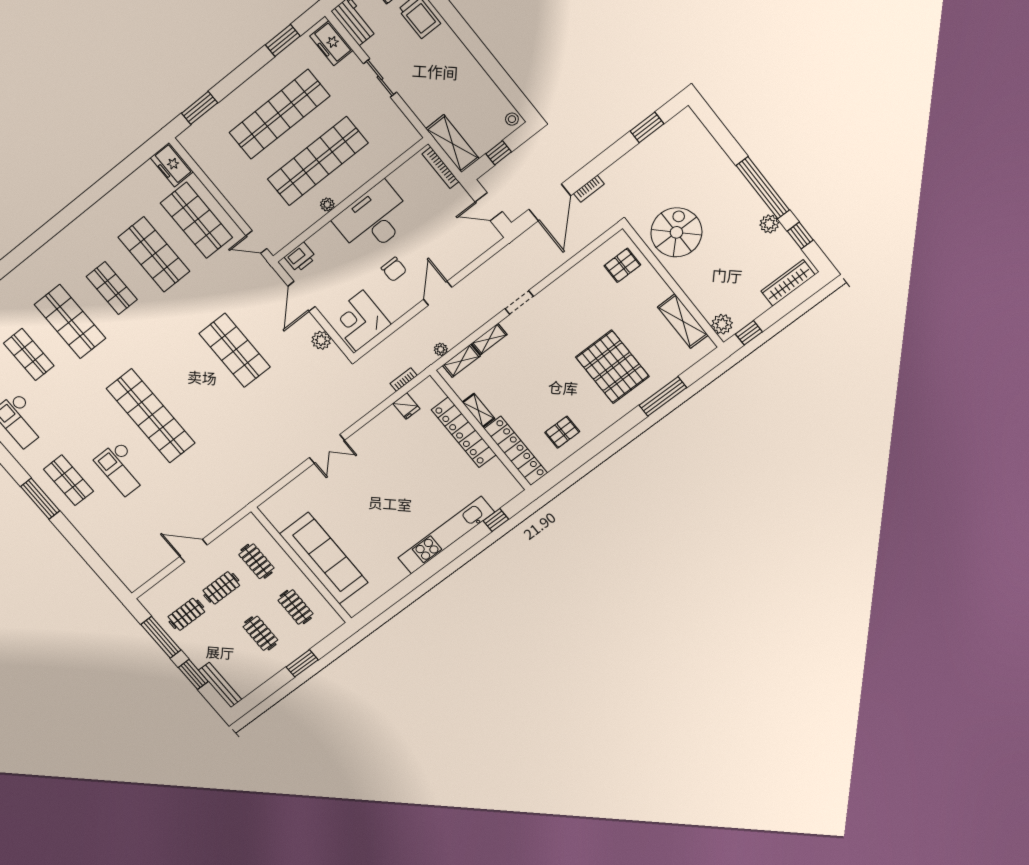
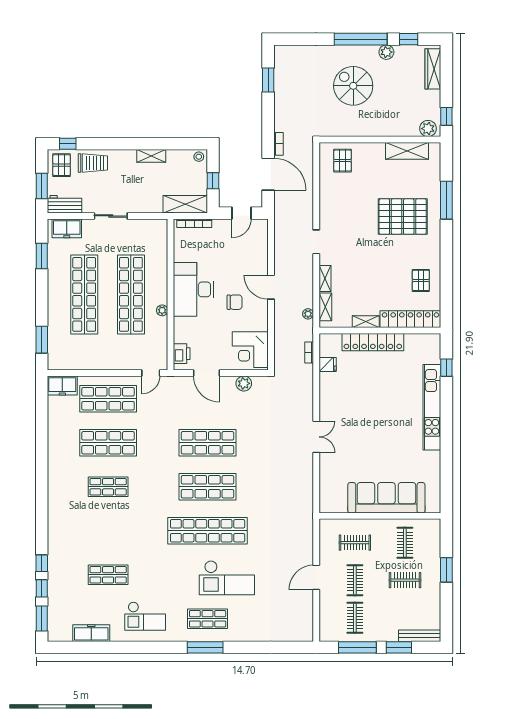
shelving: (474, 70) -> (151, 156), added
spiral stairs: (676, 232) -> (353, 86), moved
shop shelf: (70, 321) -> (208, 487), moved
checkout: (122, 468) -> (227, 578), width x1.36, depth x1.21
clothes rail: (296, 607) -> (405, 543), turned 90

